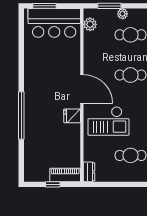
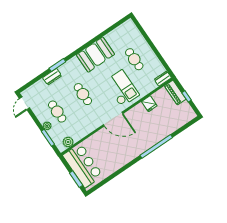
door: (82, 89) -> (113, 119), swing flipped
fridge: (72, 116) -> (149, 104), moved

